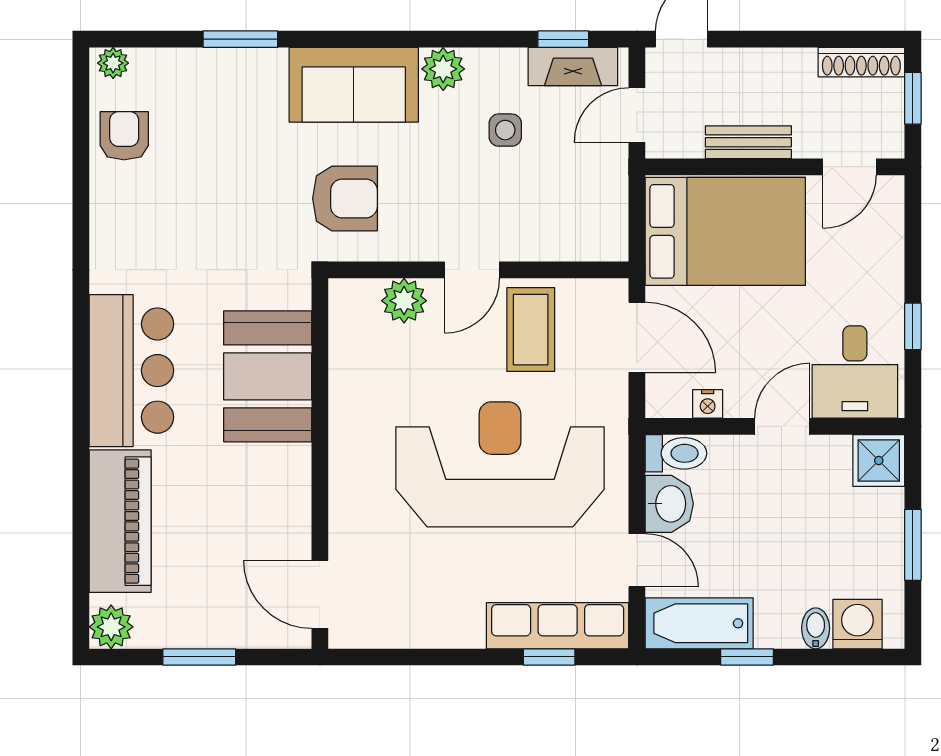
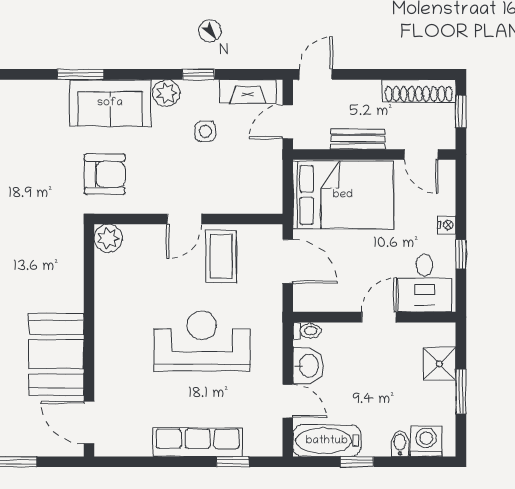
window: (240, 39) -> (80, 74), moved
window: (563, 39) -> (198, 74), moved
shoe rack: (861, 62) -> (419, 91), width x1.36, depth x1.24
door: (850, 167) -> (421, 154), hinge flipped
plant: (404, 301) -> (108, 238), moved
booth: (268, 376) -> (56, 354), moved
nightstand: (708, 404) -> (447, 225), moved, turned -90
toilet: (676, 453) -> (307, 331), width x0.73, depth x0.72
shower: (879, 460) -> (439, 364), moved
reception desk: (500, 464) -> (202, 341), width x0.74, depth x0.77
row of seats: (558, 626) -> (198, 442), moved

